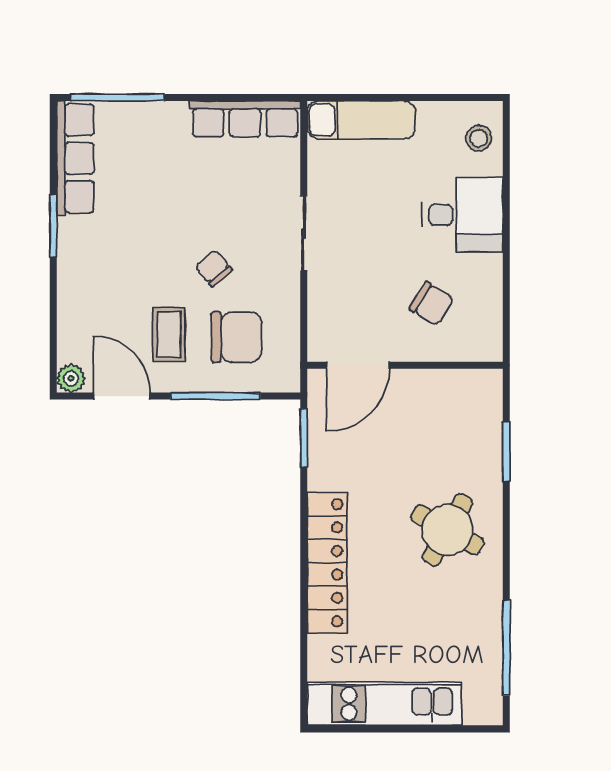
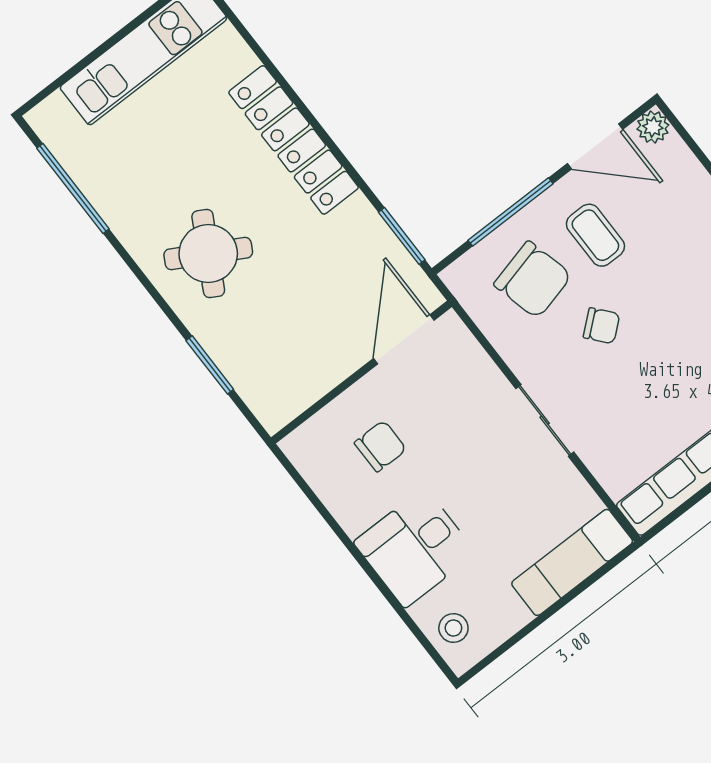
chair: (432, 304) -> (380, 446), turned 149
chair: (236, 337) -> (533, 280), turned -104

